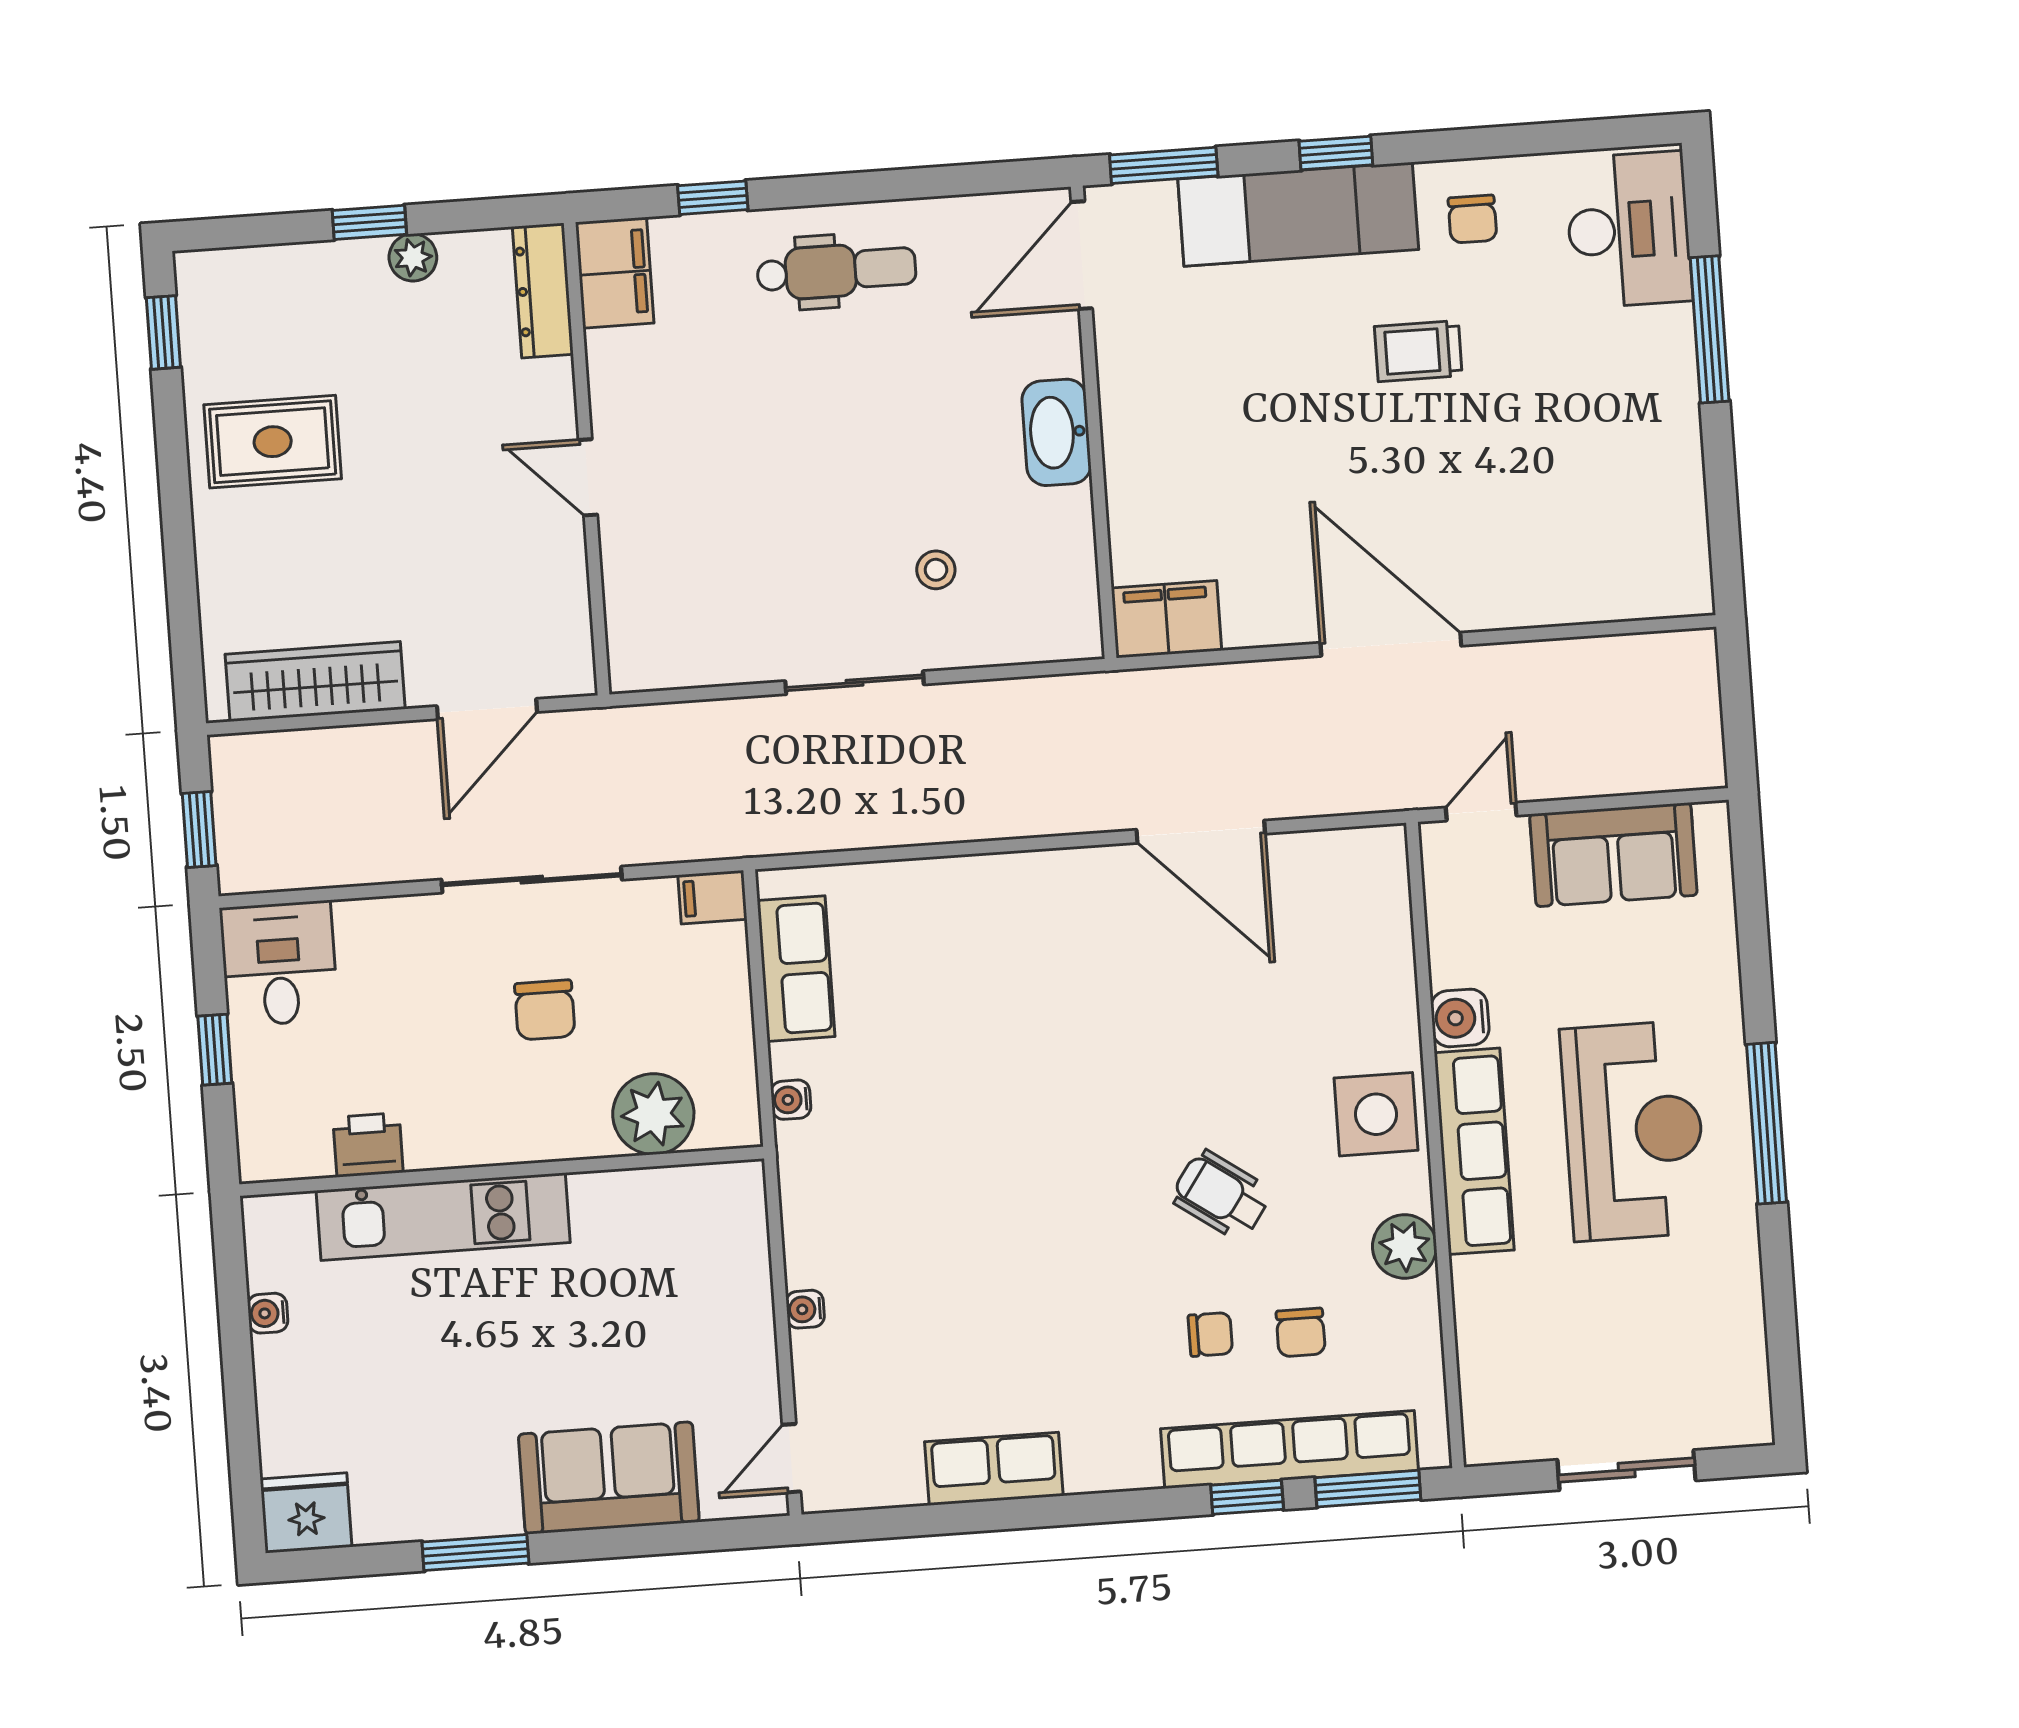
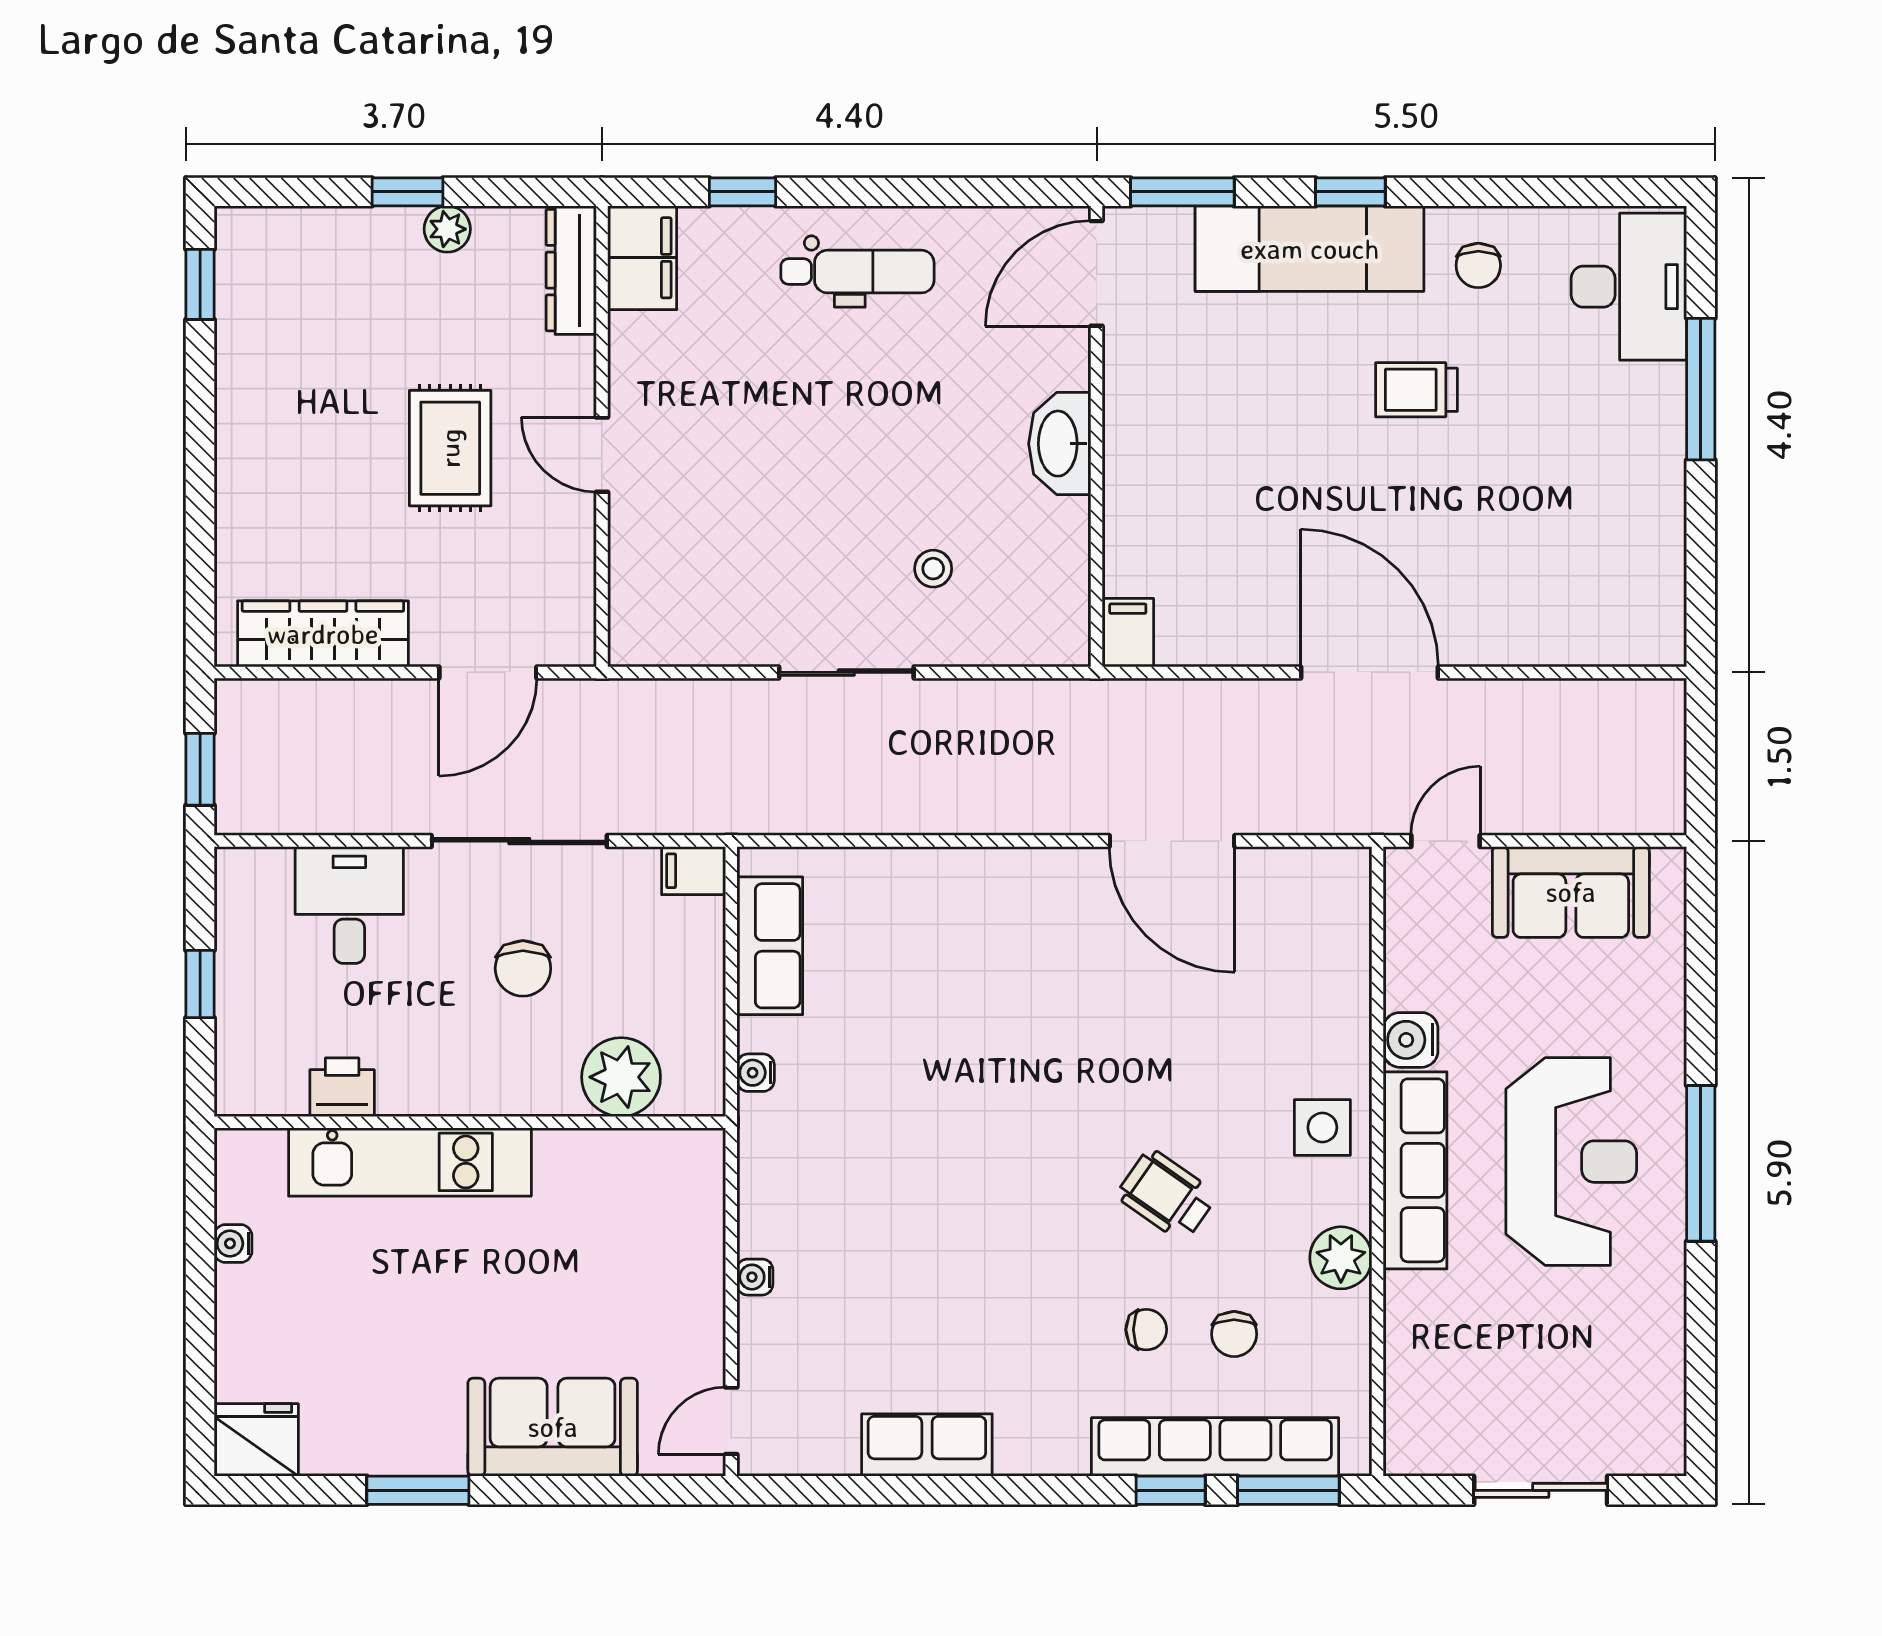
rug: (273, 442) -> (450, 448), moved, turned 90
filing cabinet: (1167, 619) -> (1128, 633), width x0.50
desk: (279, 964) -> (349, 905), moved
side table: (1376, 1114) -> (1322, 1128), width x0.73, depth x0.73

